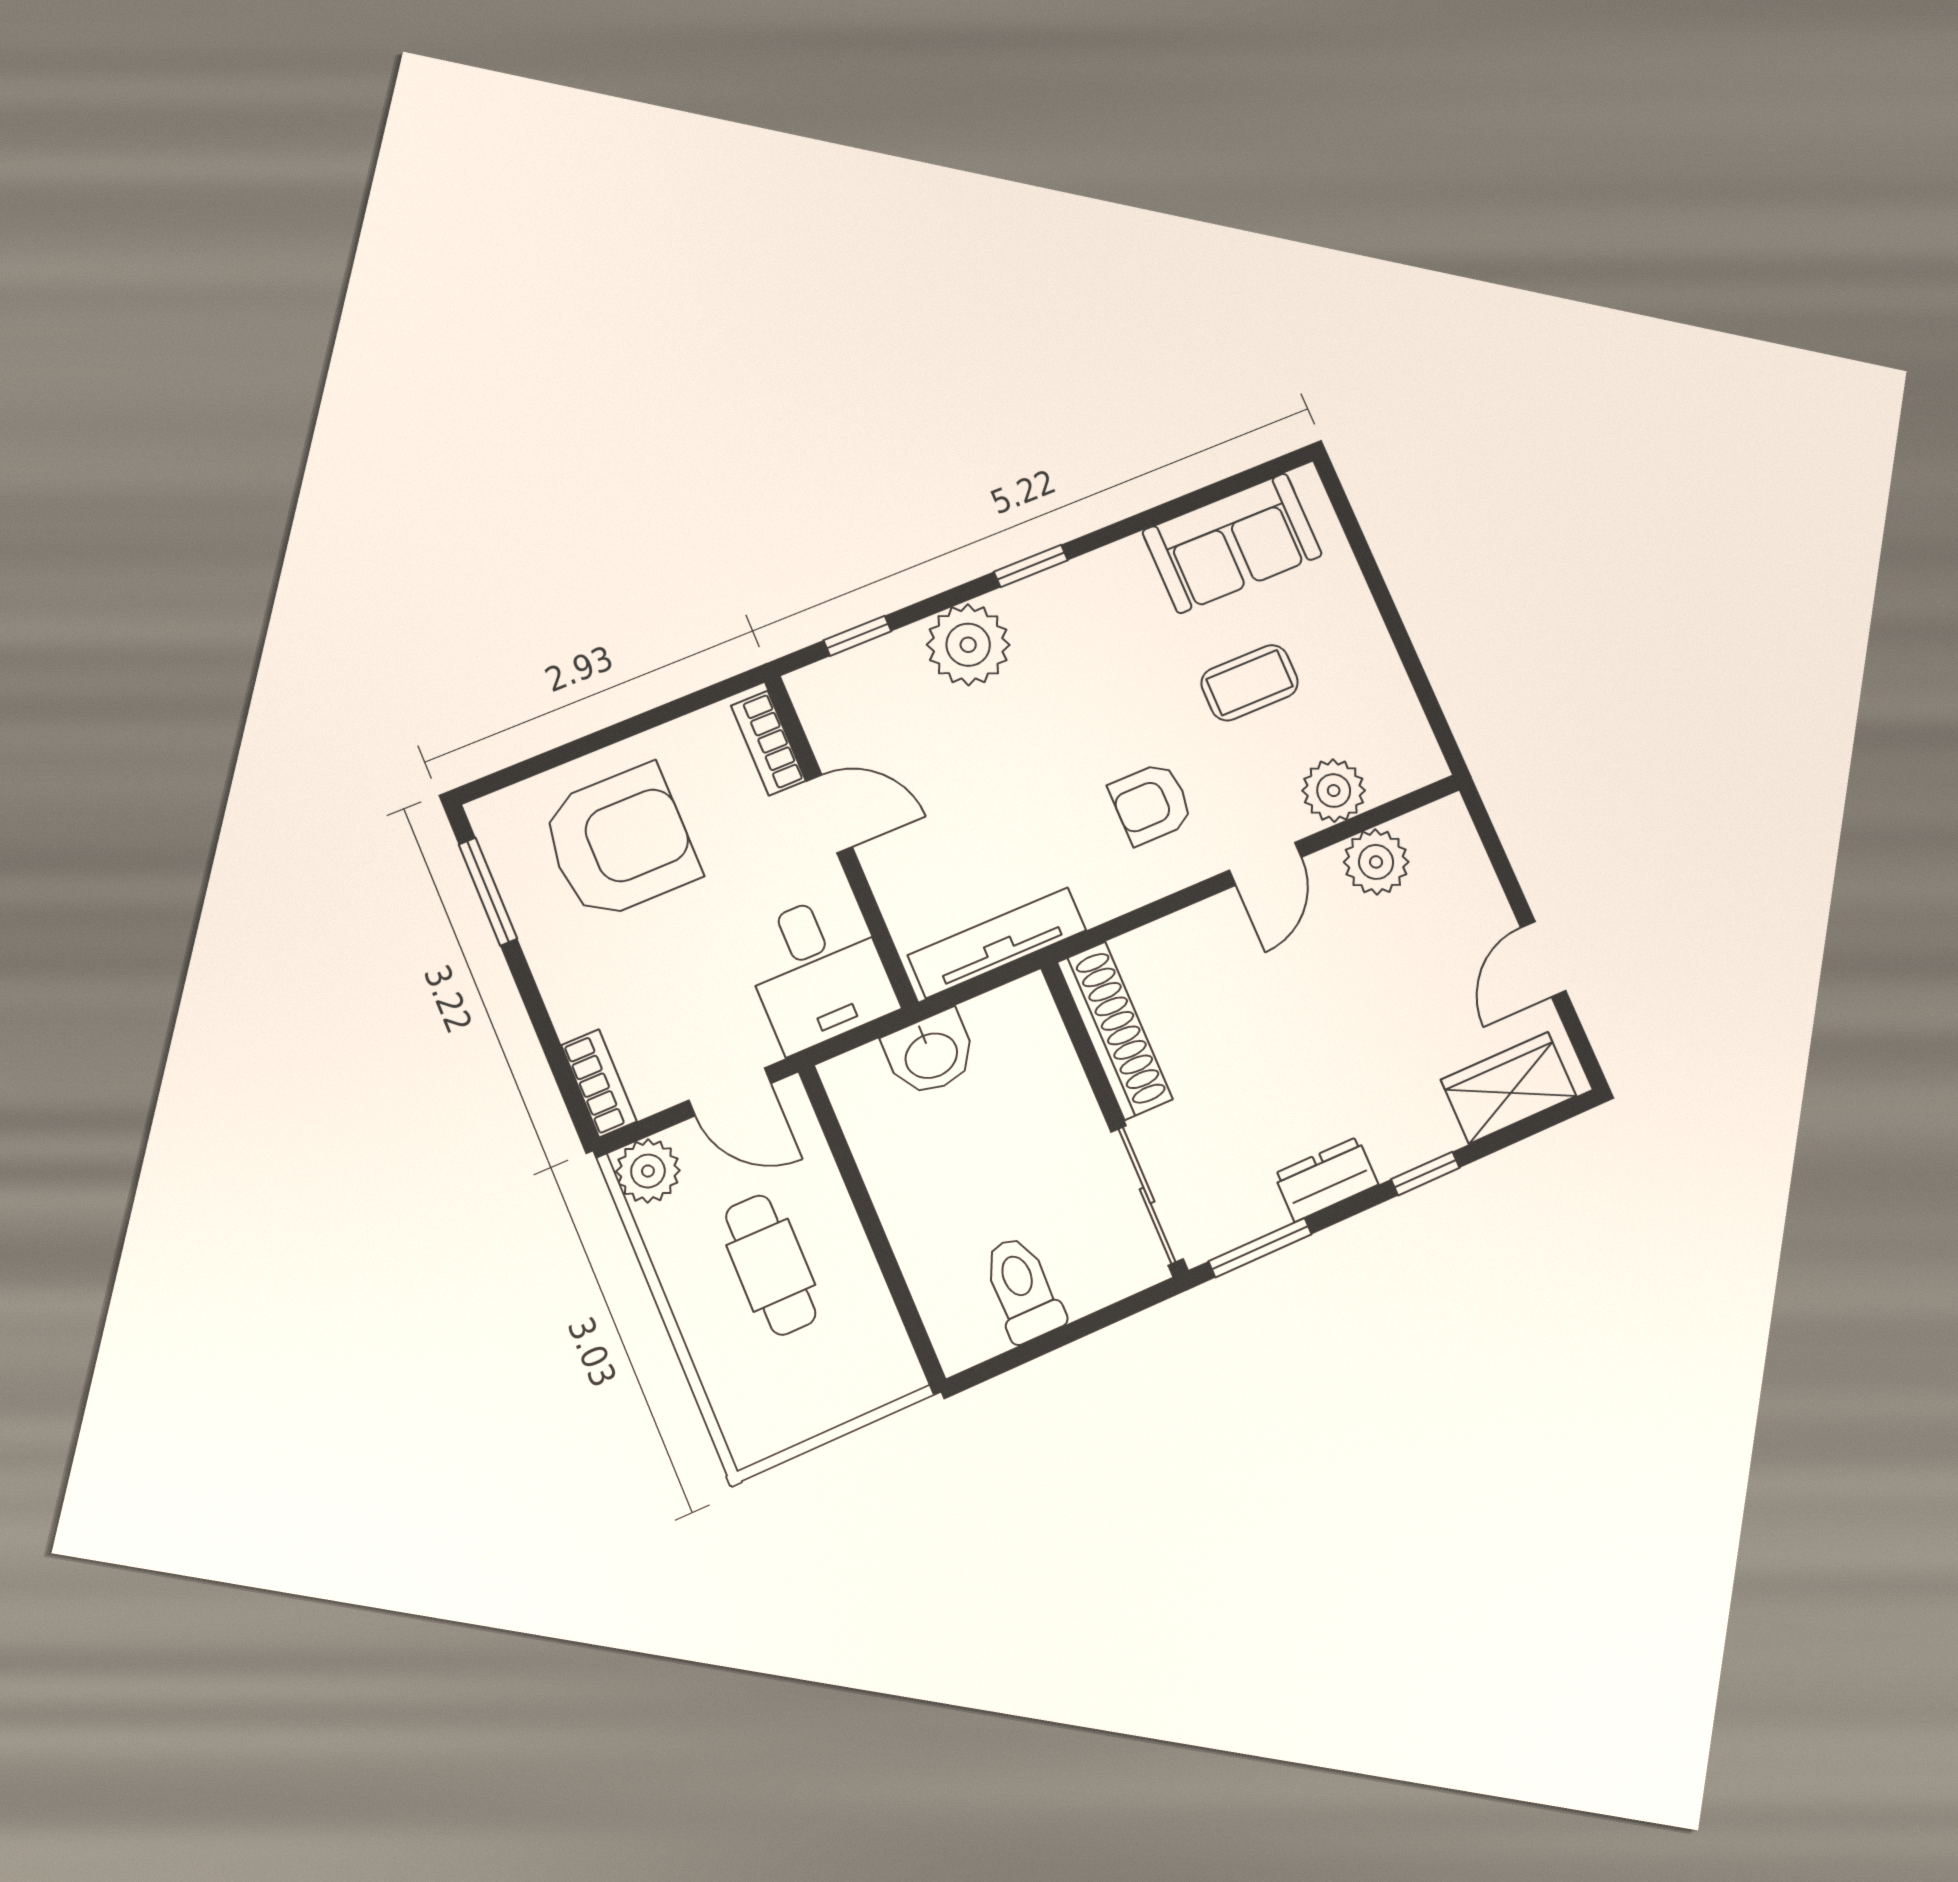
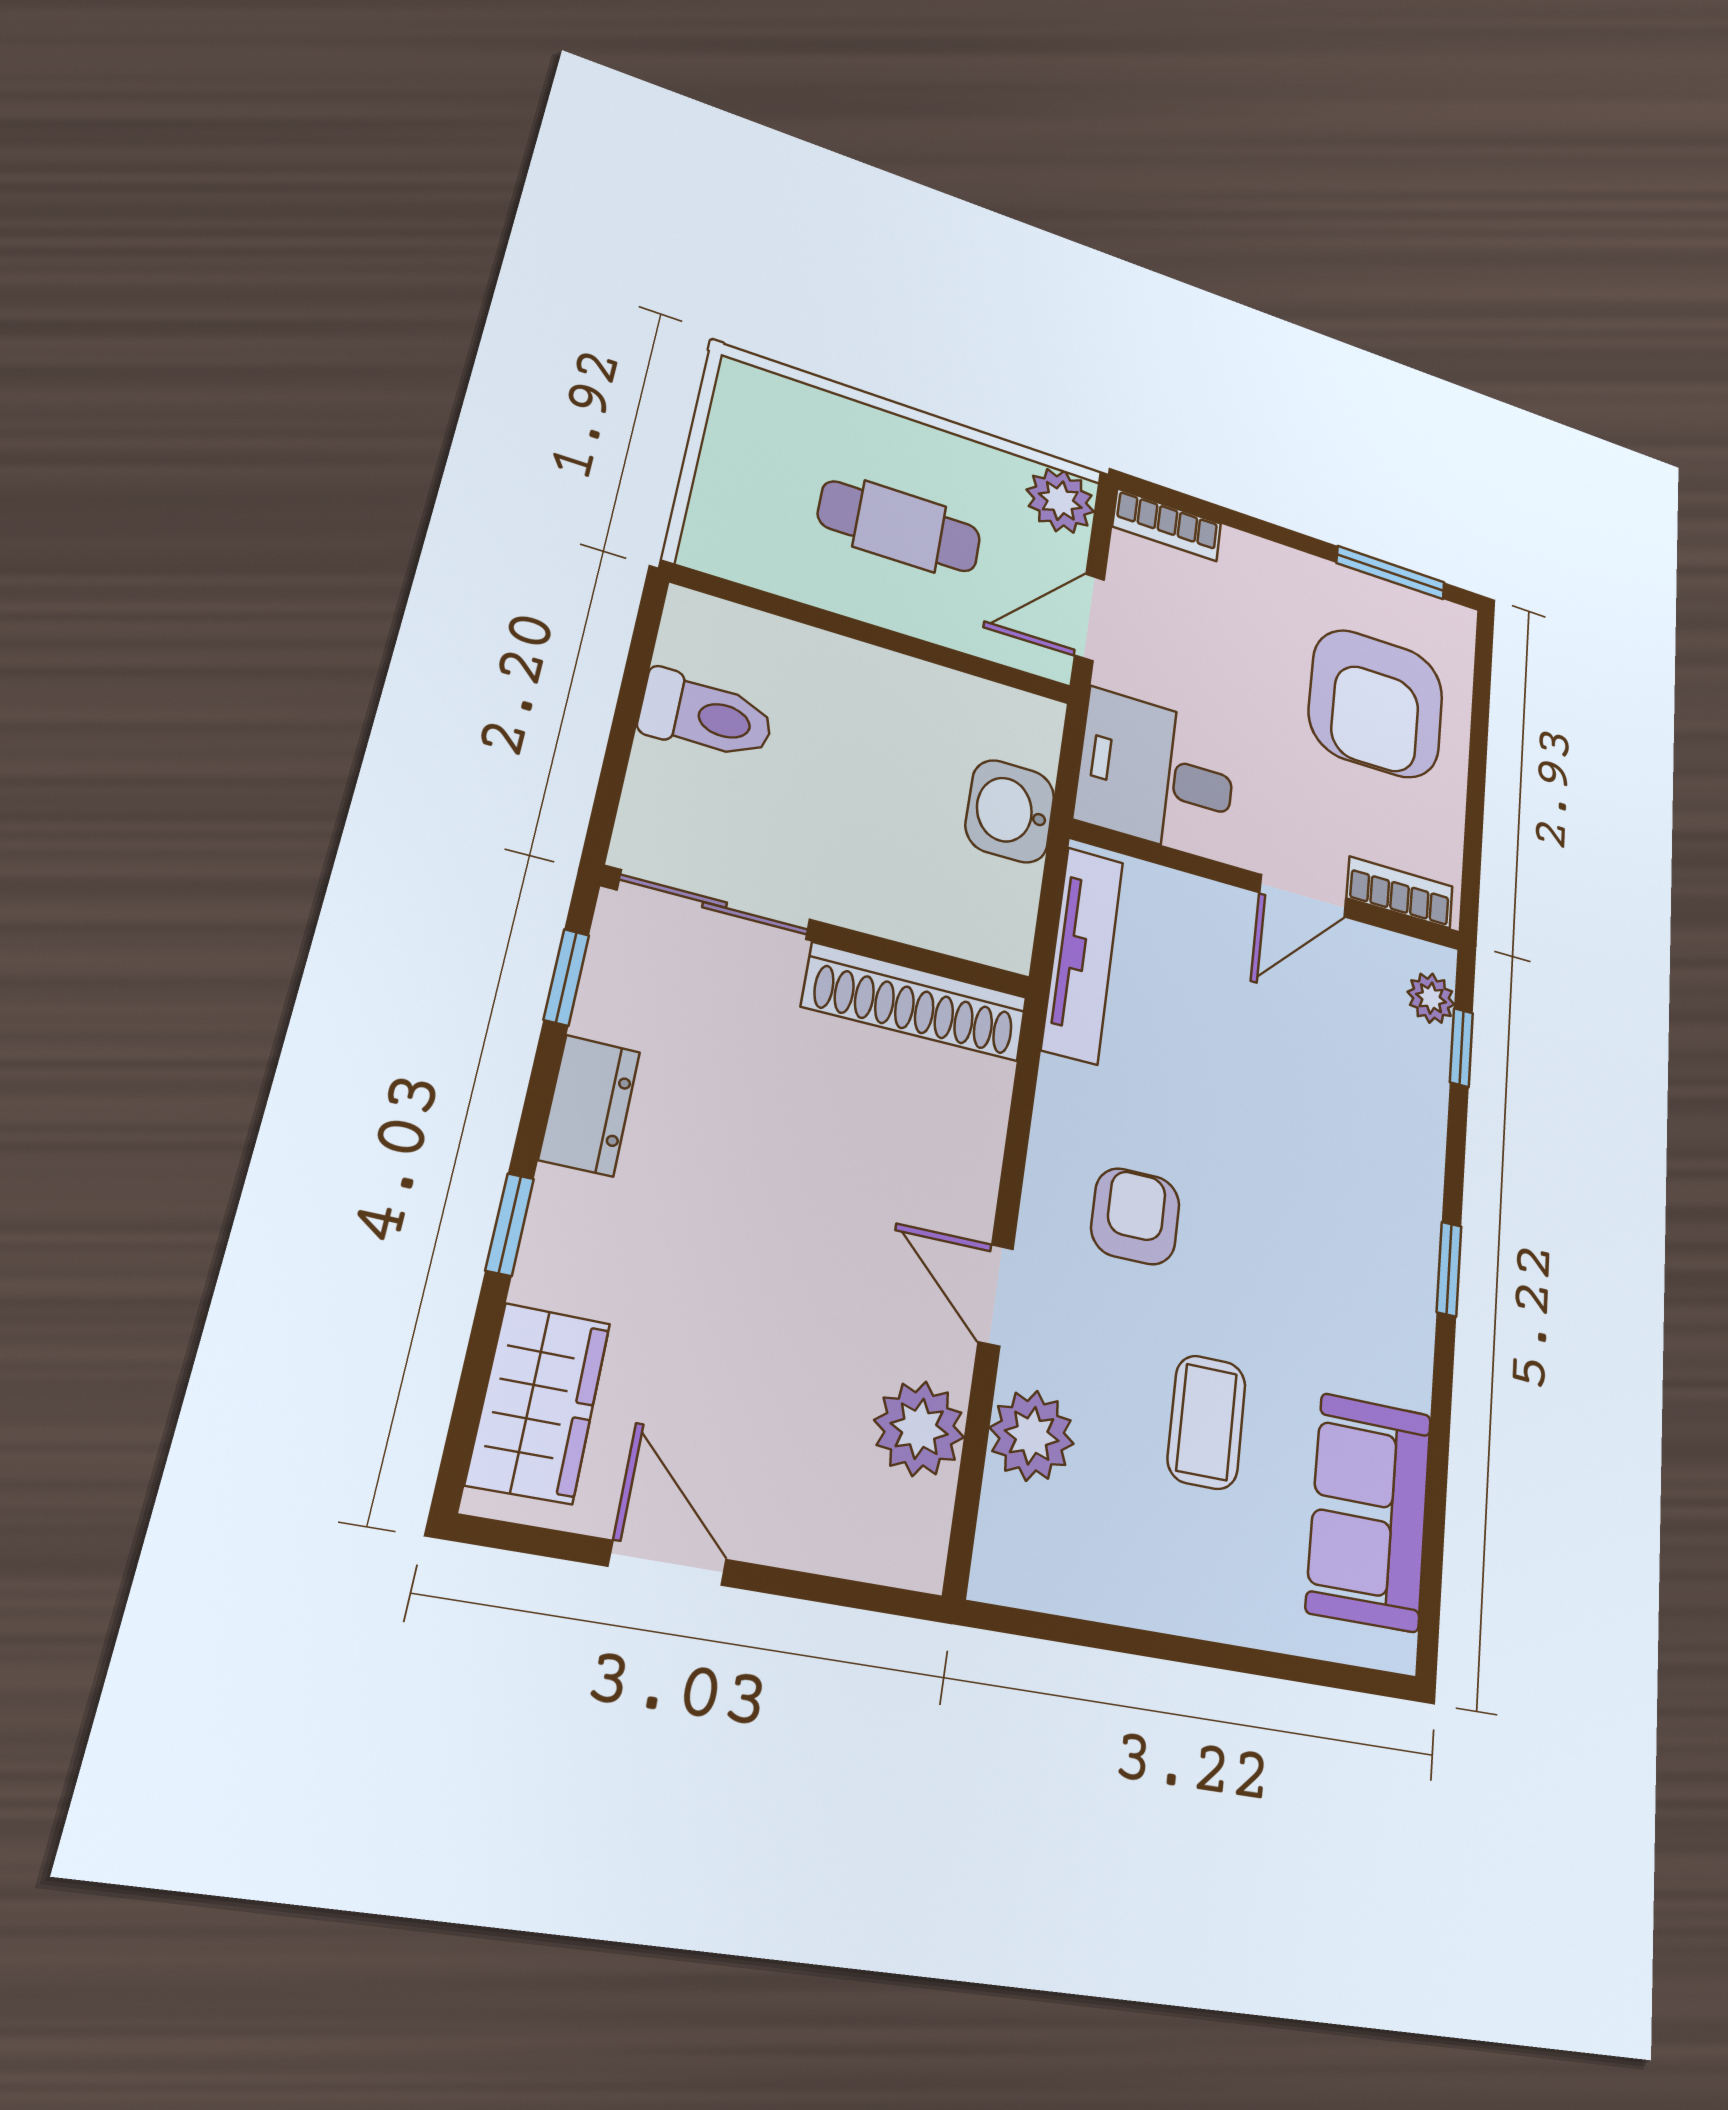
plant: (968, 645) -> (1431, 998), moved, width x0.53, depth x0.53
window: (1260, 1248) -> (566, 977), width x0.67

